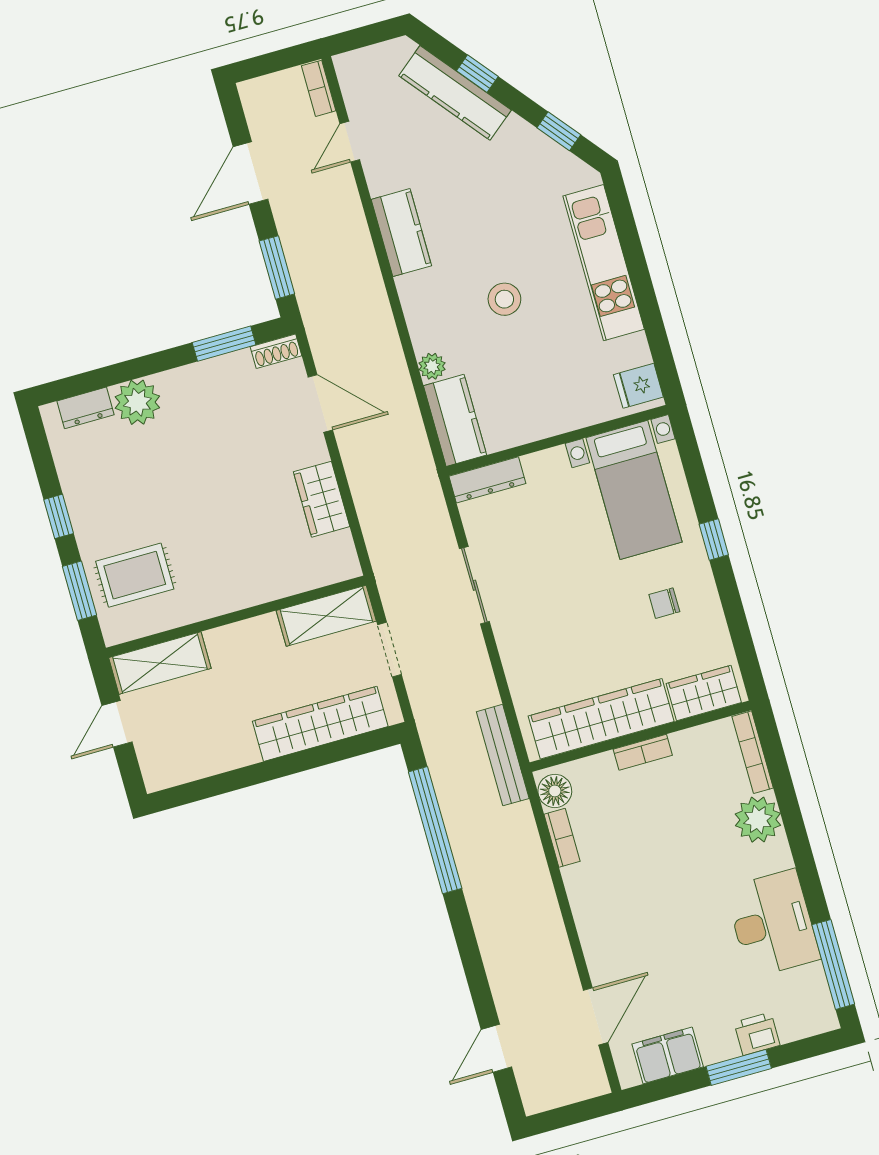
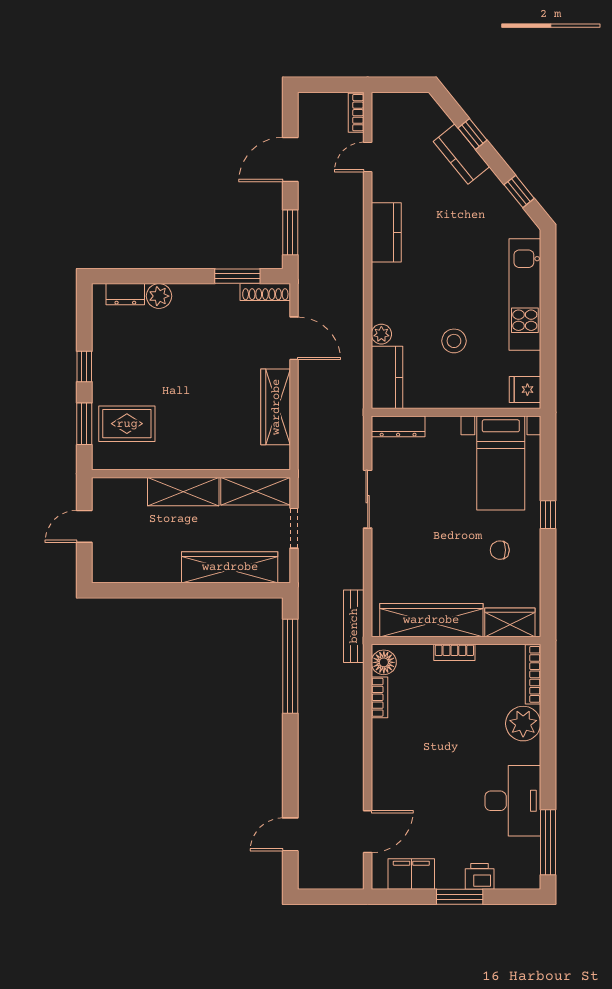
kitchen counter: (455, 93) -> (461, 154), width x0.67
stool: (504, 299) -> (454, 341), moved
shoe rack: (276, 351) -> (265, 292), width x1.43
plant: (137, 402) -> (159, 296), width x0.73, depth x0.73
wardrobe: (322, 499) -> (276, 407), width x1.50
shelving: (160, 663) -> (183, 492), moved

